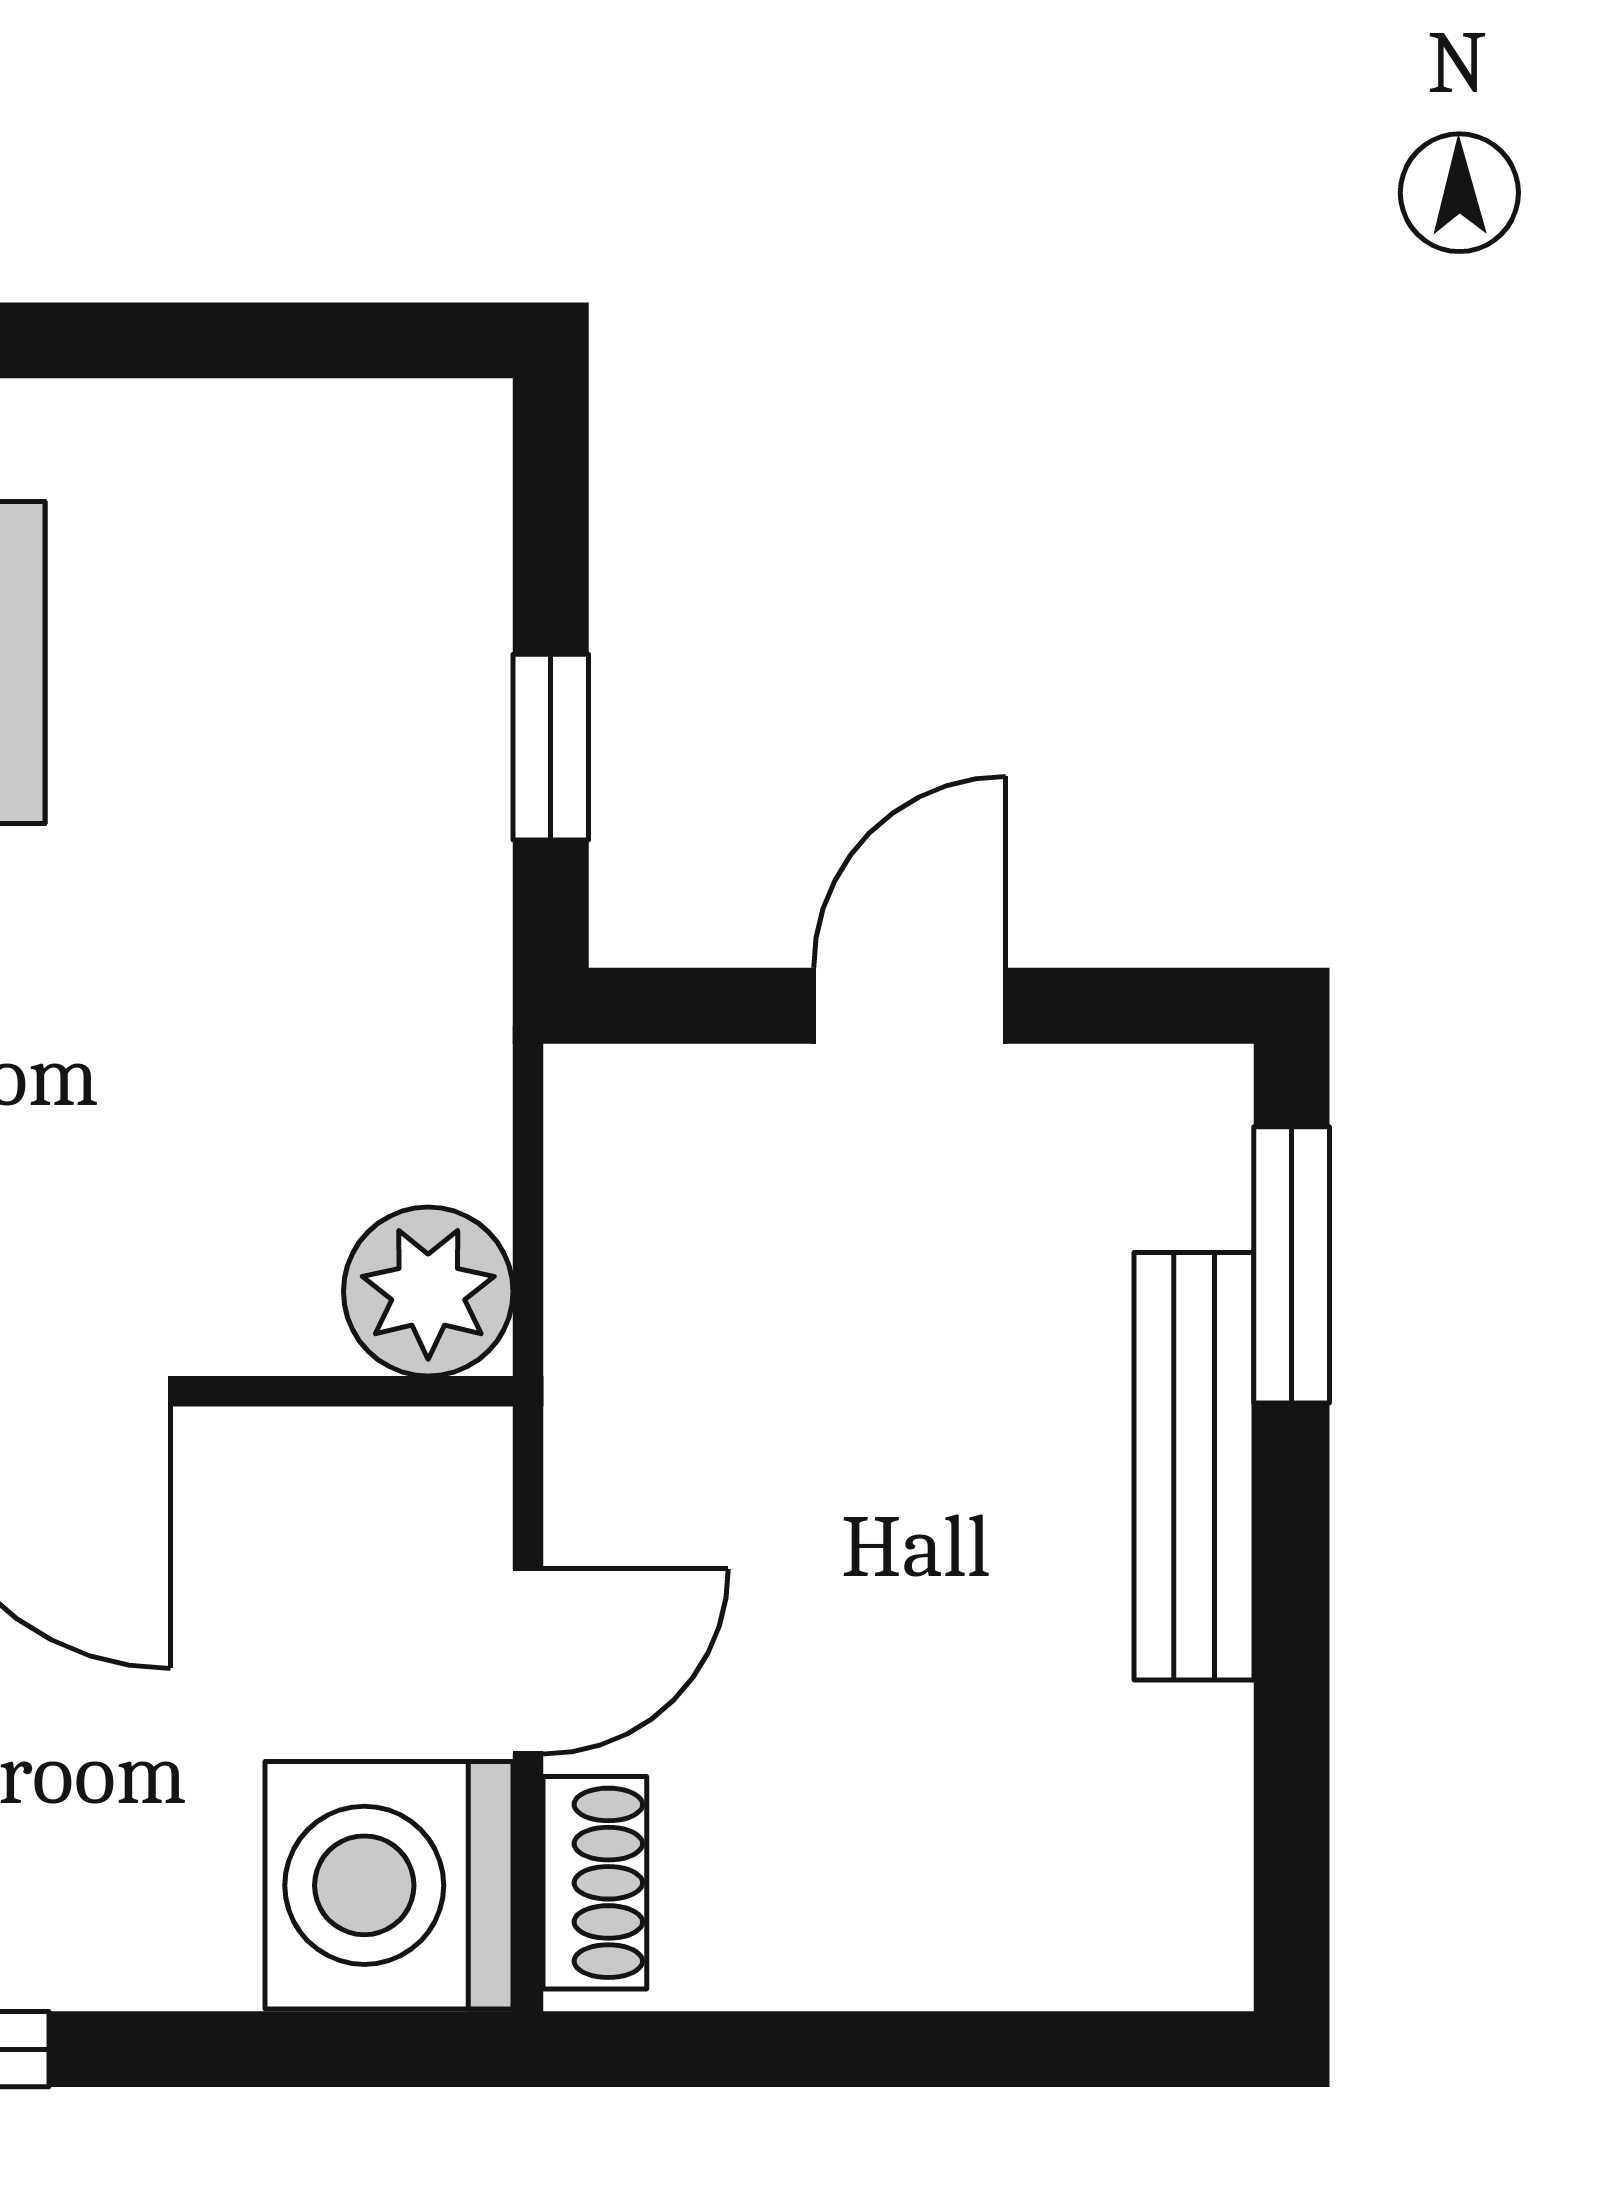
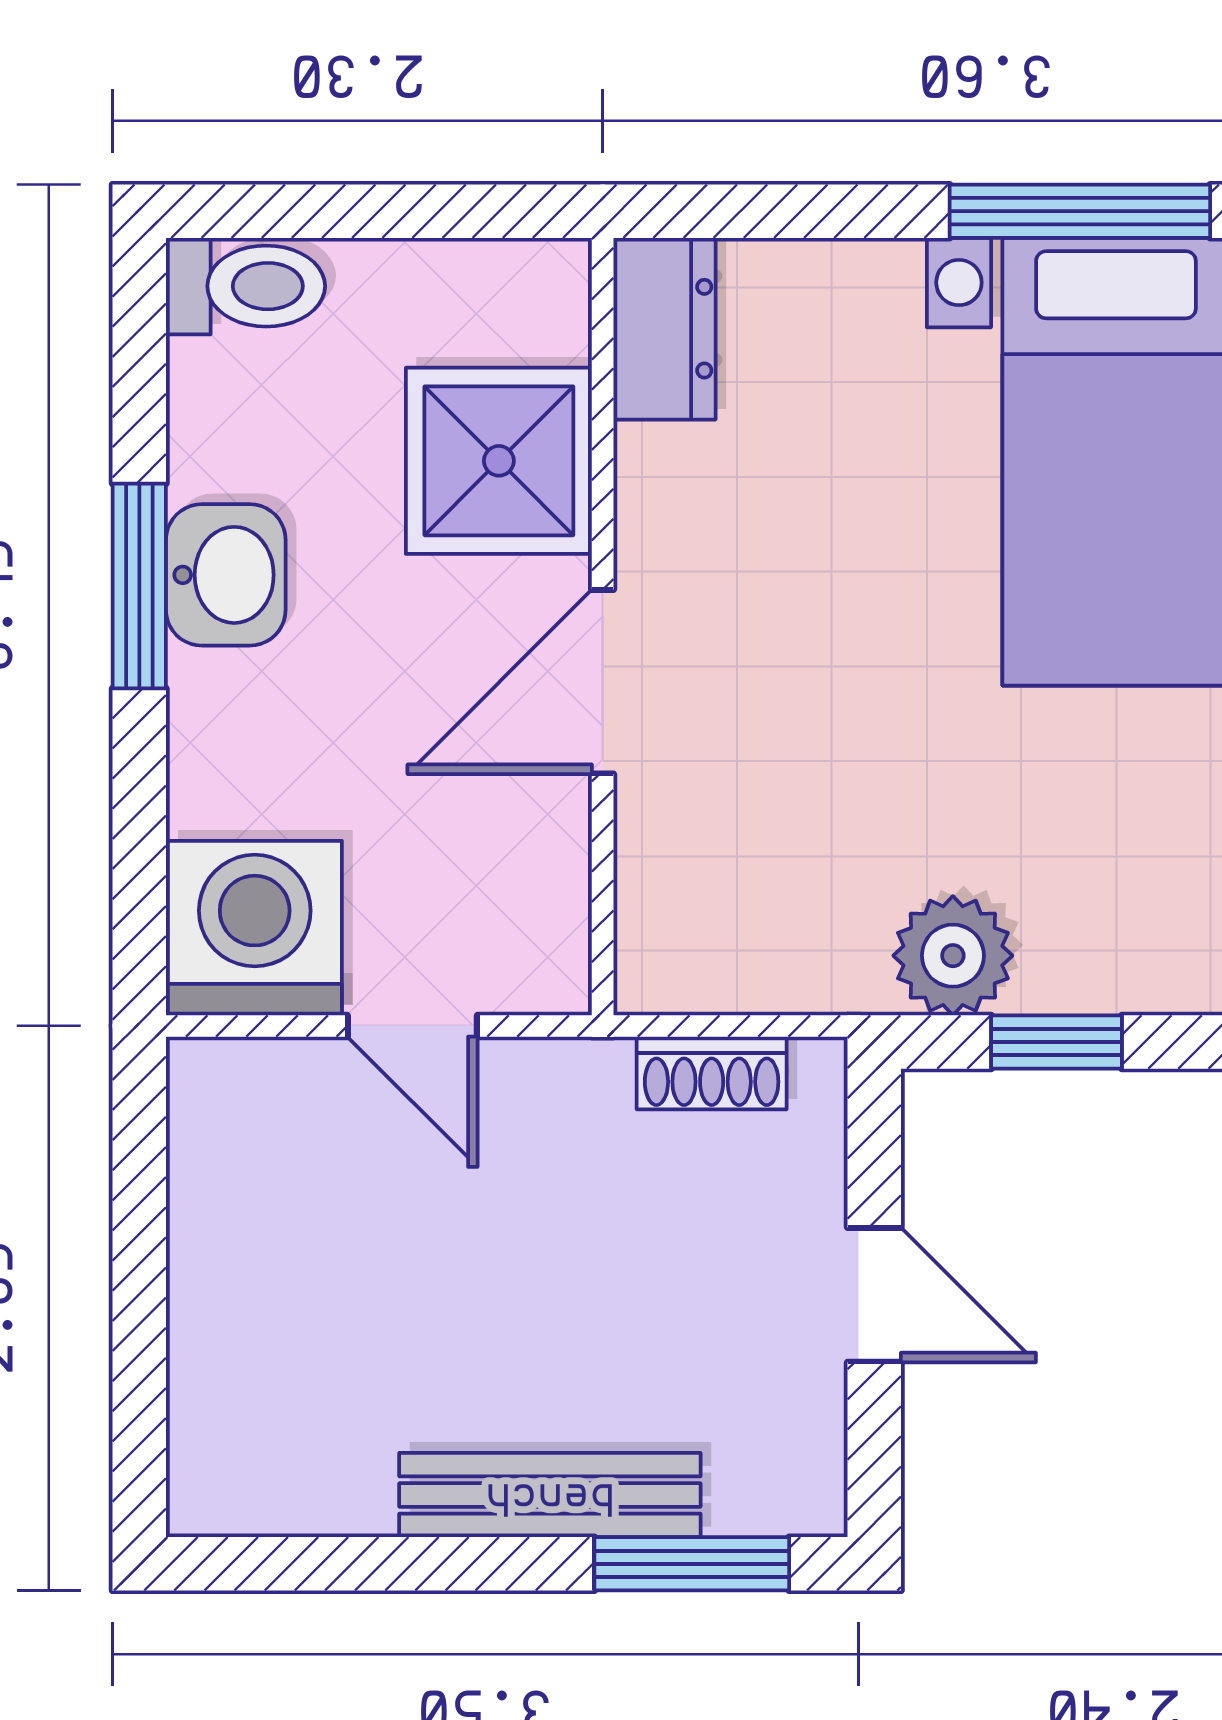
plant: (428, 1291) -> (953, 956), moved
shoe rack: (595, 1883) -> (712, 1073), moved

